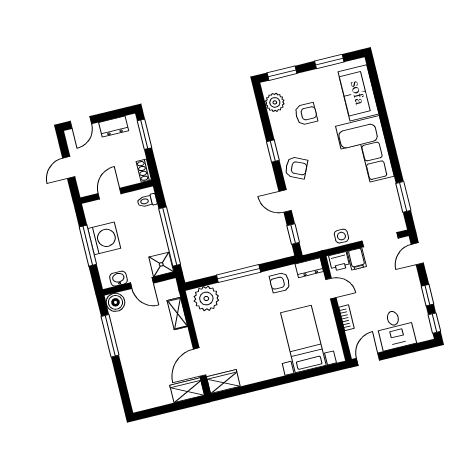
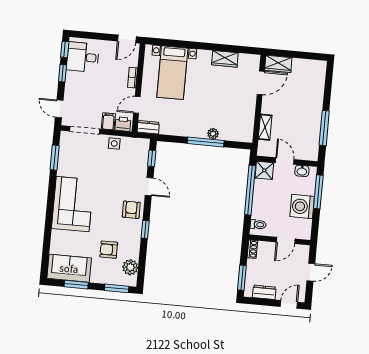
sofa: (358, 93) -> (69, 268), moved, turned -90
armchair: (296, 168) -> (131, 210), turned 65
window: (88, 246) -> (318, 192), moved
door: (417, 254) -> (59, 109), swing flipped
armchair: (280, 283) -> (176, 124), removed
door: (331, 288) -> (137, 105), hinge flipped
plant: (206, 299) -> (213, 134), moved, width x0.53, depth x0.53
boiler: (115, 302) -> (311, 153), removed
desk: (396, 329) -> (83, 57), moved, turned -90
wardrobe: (223, 382) -> (225, 59), moved

